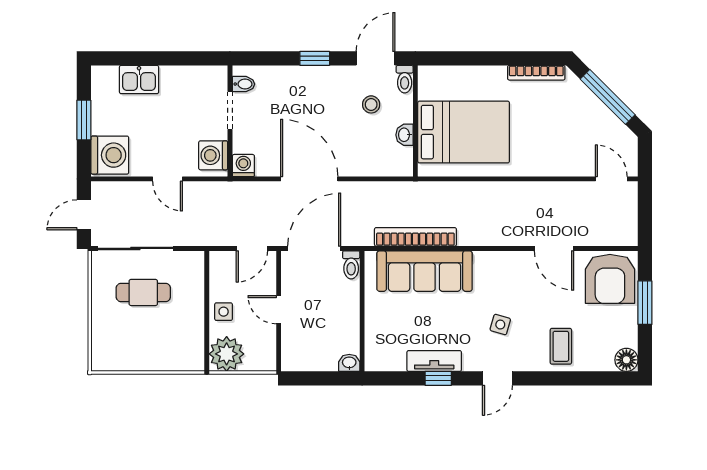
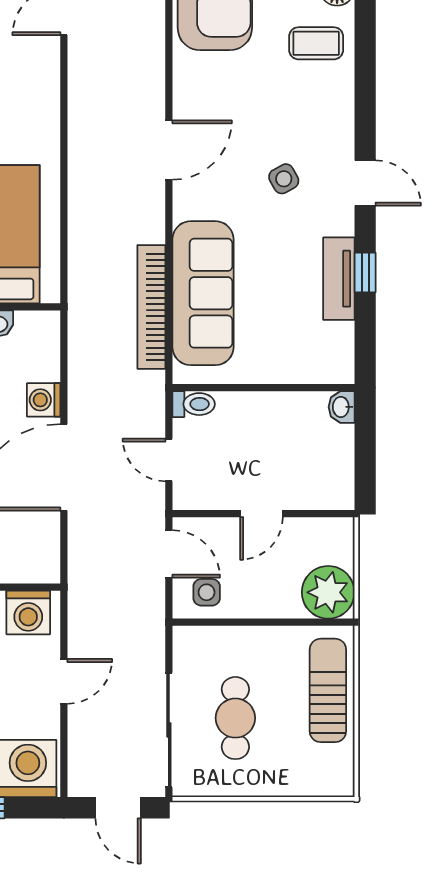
washing machine: (243, 166) -> (44, 400), moved
door: (314, 248) -> (169, 460), width x0.53
door: (554, 248) -> (169, 150), moved
side table: (224, 312) -> (207, 592), moved
side table: (500, 325) -> (284, 179), turned 45
coffee table: (561, 346) -> (316, 43), moved
sun lounger: (162, 354) -> (328, 690), added

